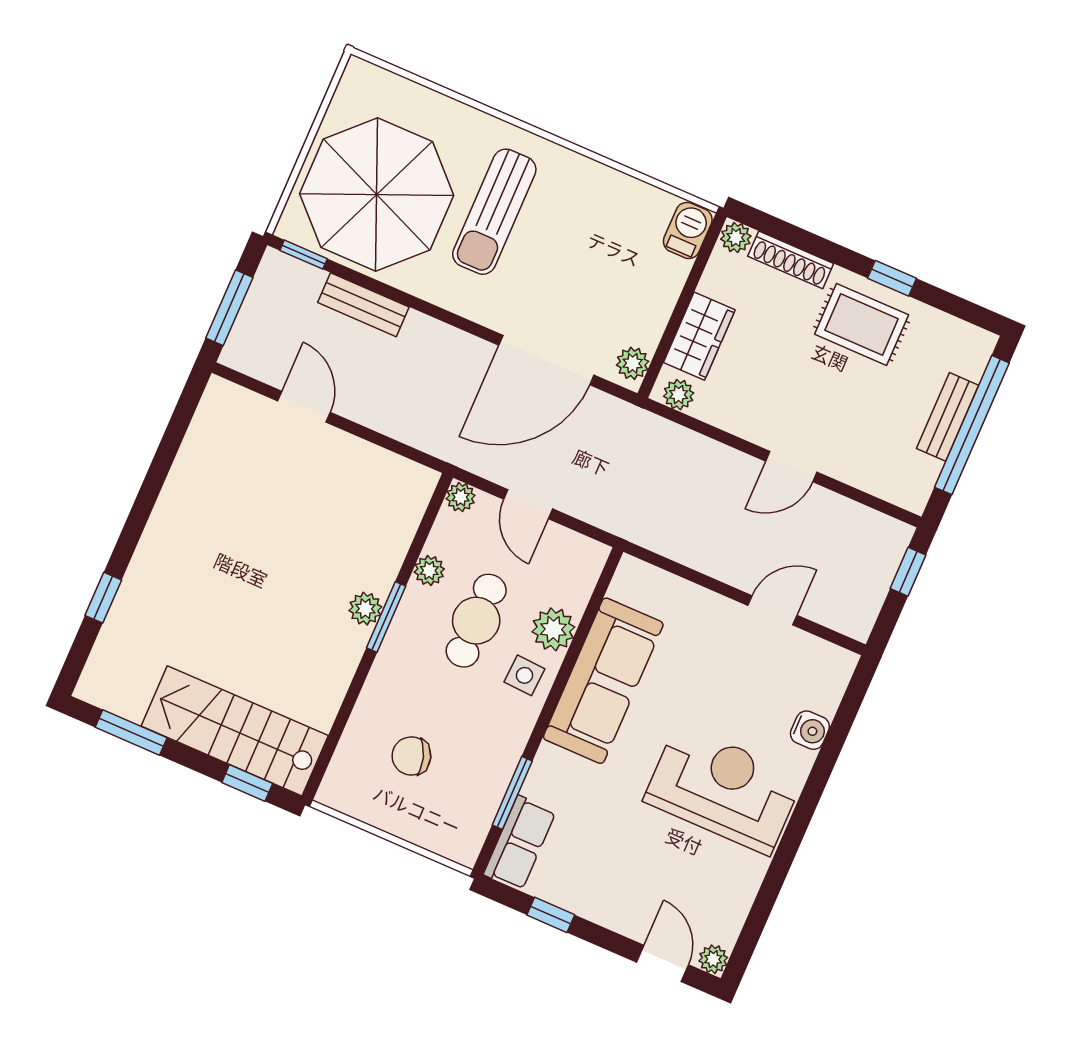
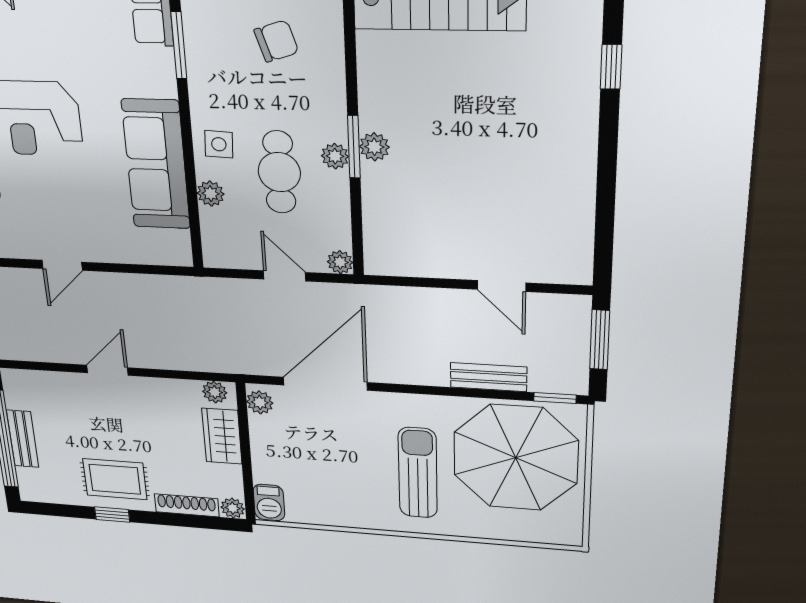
plant: (429, 571) -> (335, 156), moved
plant: (553, 629) -> (211, 194), width x0.73, depth x0.73

